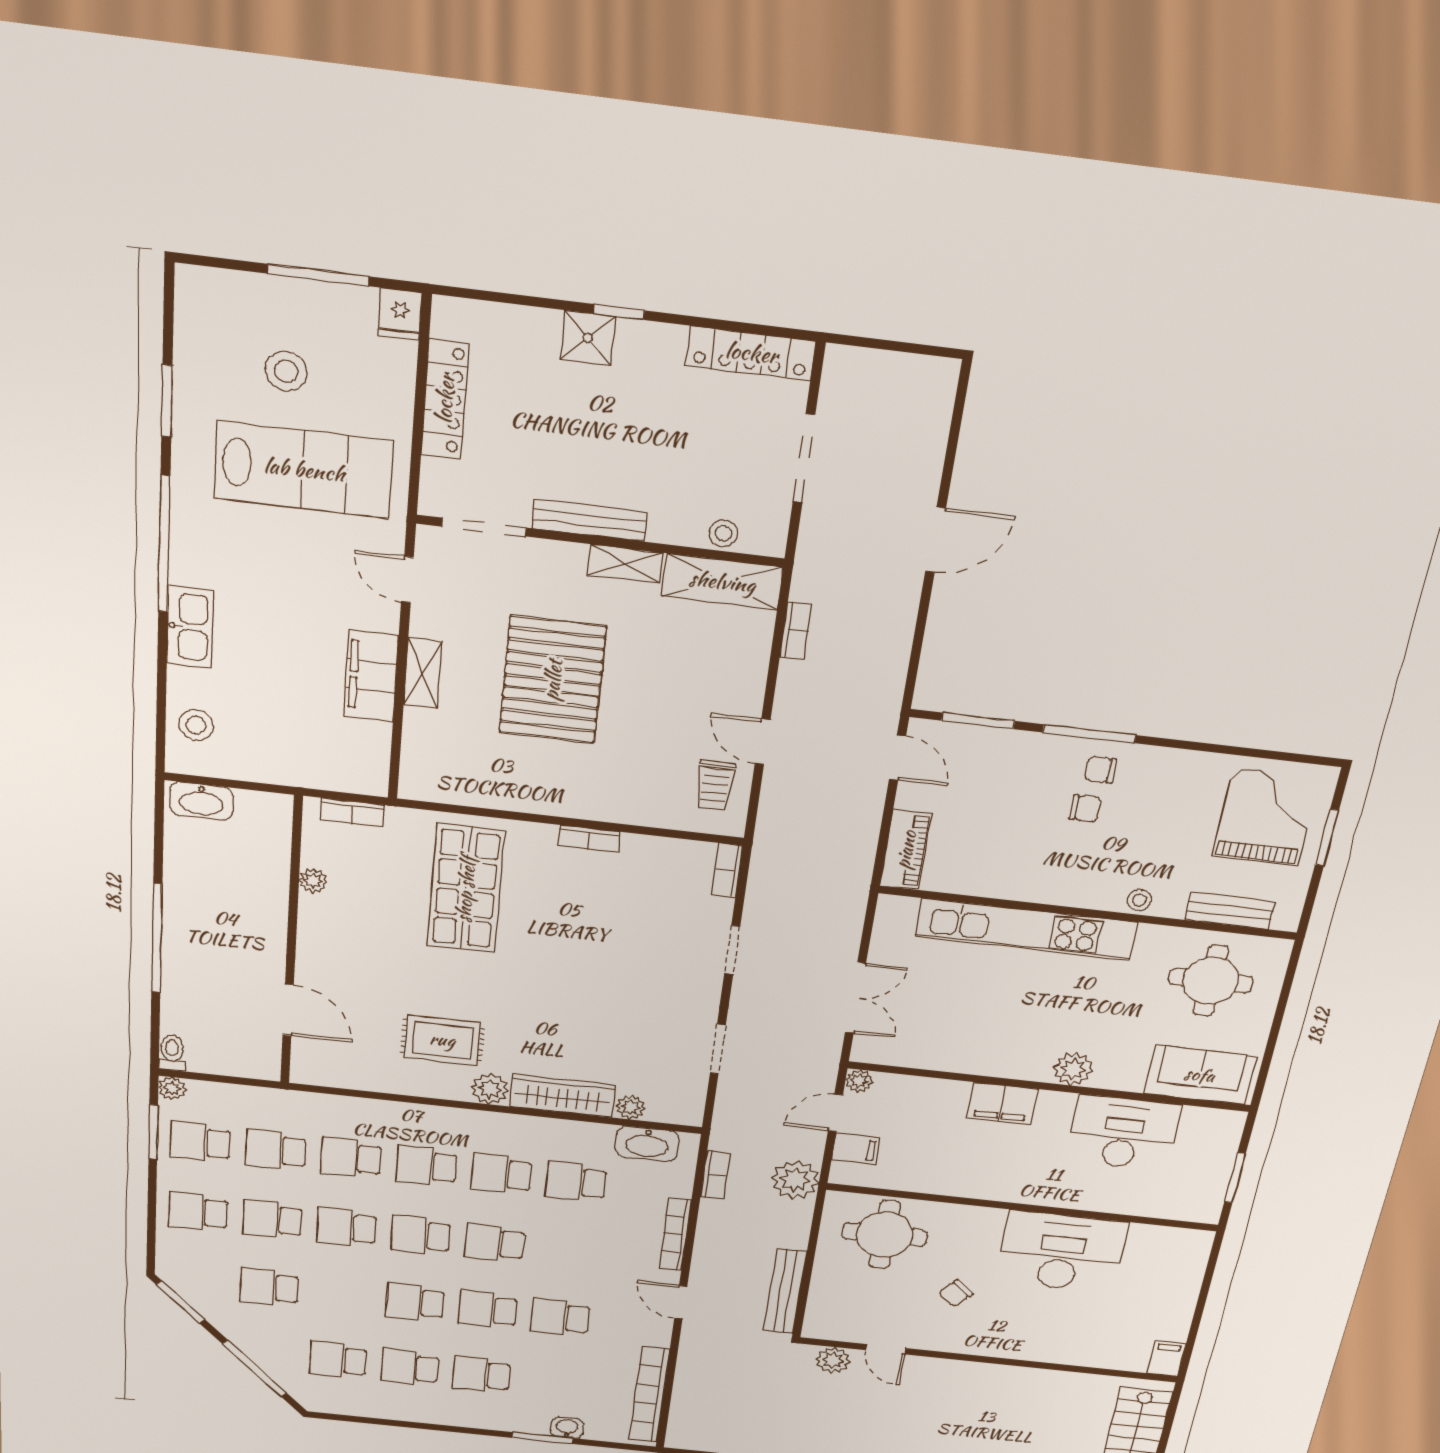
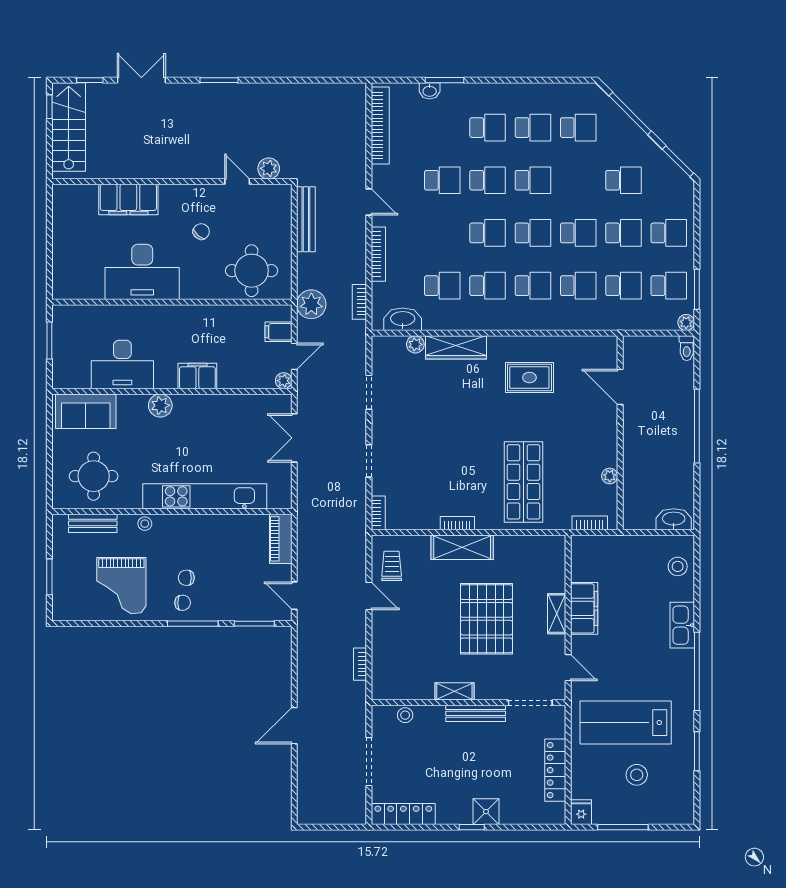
shelving: (722, 582) -> (462, 547), moved
grand piano: (1266, 817) -> (121, 586), moved
plant: (490, 1089) -> (499, 347), removed
filing cabinet: (1166, 1359) -> (128, 200), moved, width x3.00, depth x1.17

